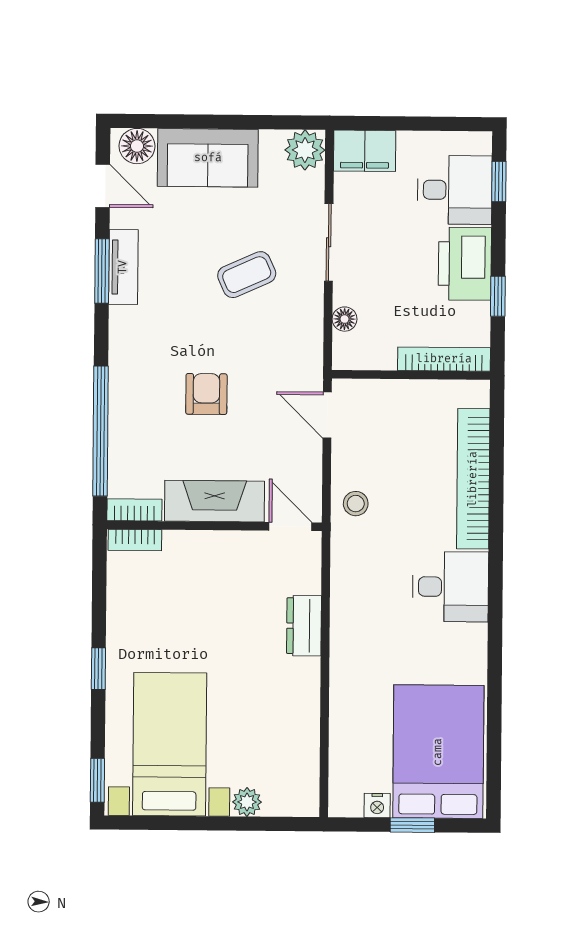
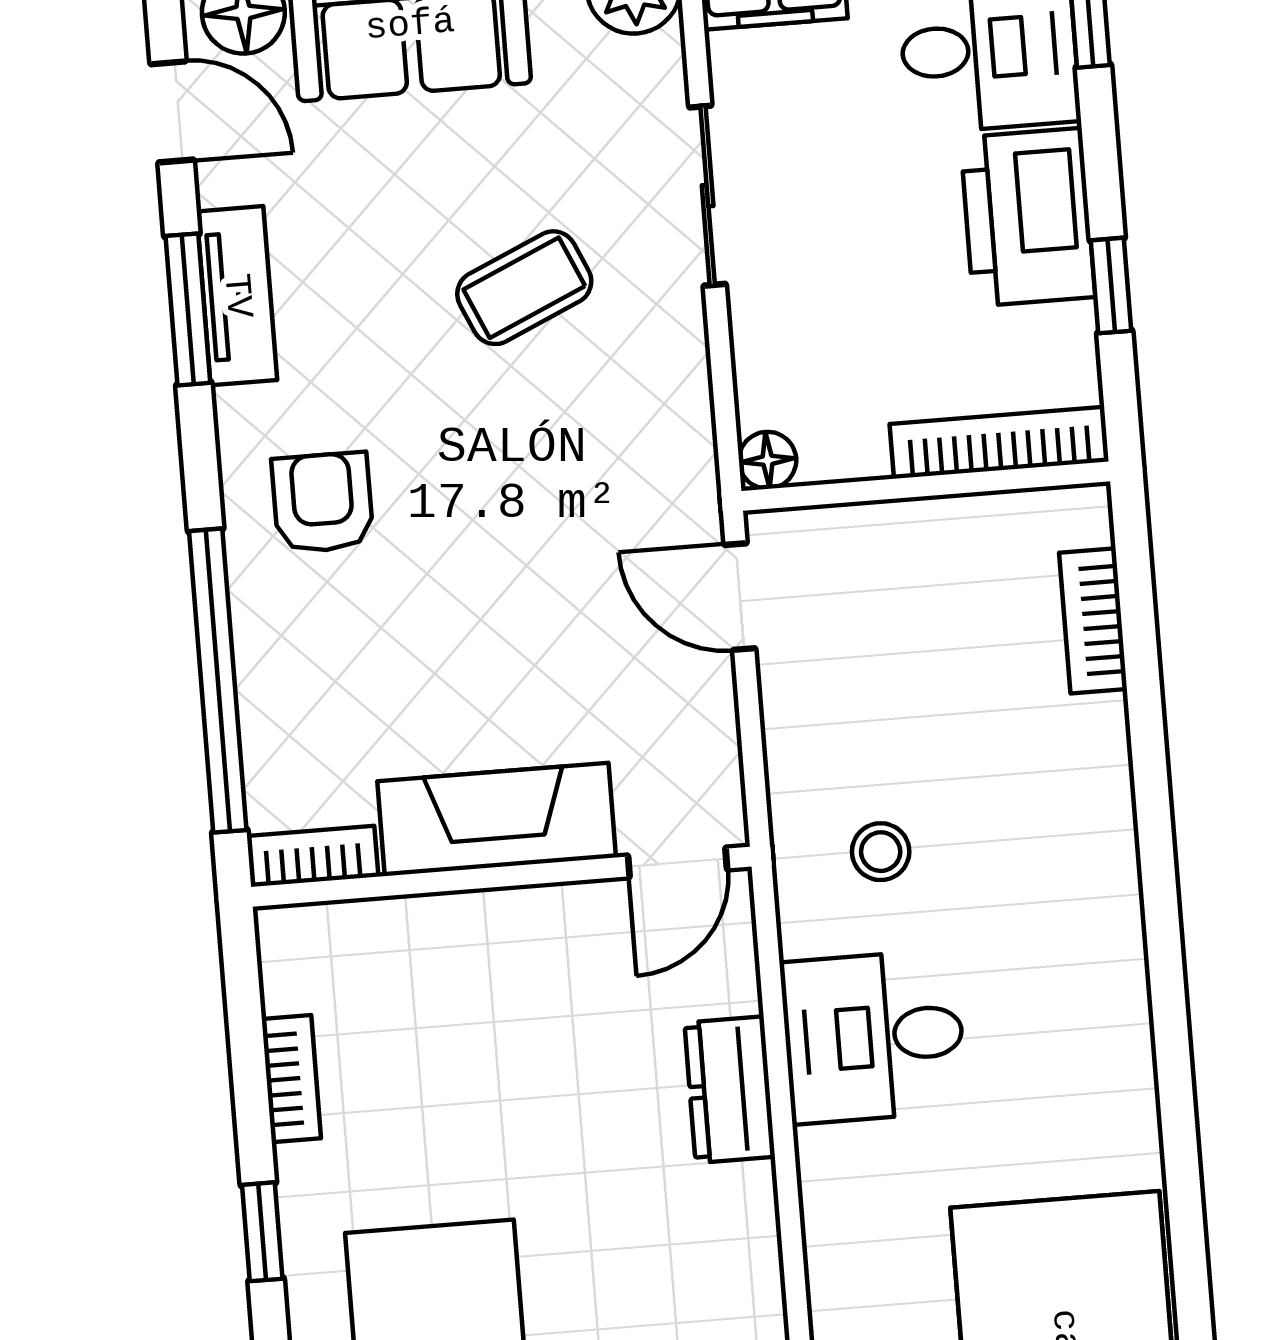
floor lamp: (345, 319) -> (768, 460), moved
armchair: (206, 394) -> (323, 503), moved
bookcase: (473, 479) -> (1093, 621), width x0.43, depth x0.76
stool: (356, 504) -> (881, 852), moved
door: (290, 527) -> (678, 863), swing flipped
bookcase: (135, 540) -> (291, 1079), moved, turned -90
desk: (450, 587) -> (874, 1037), moved, turned 180

